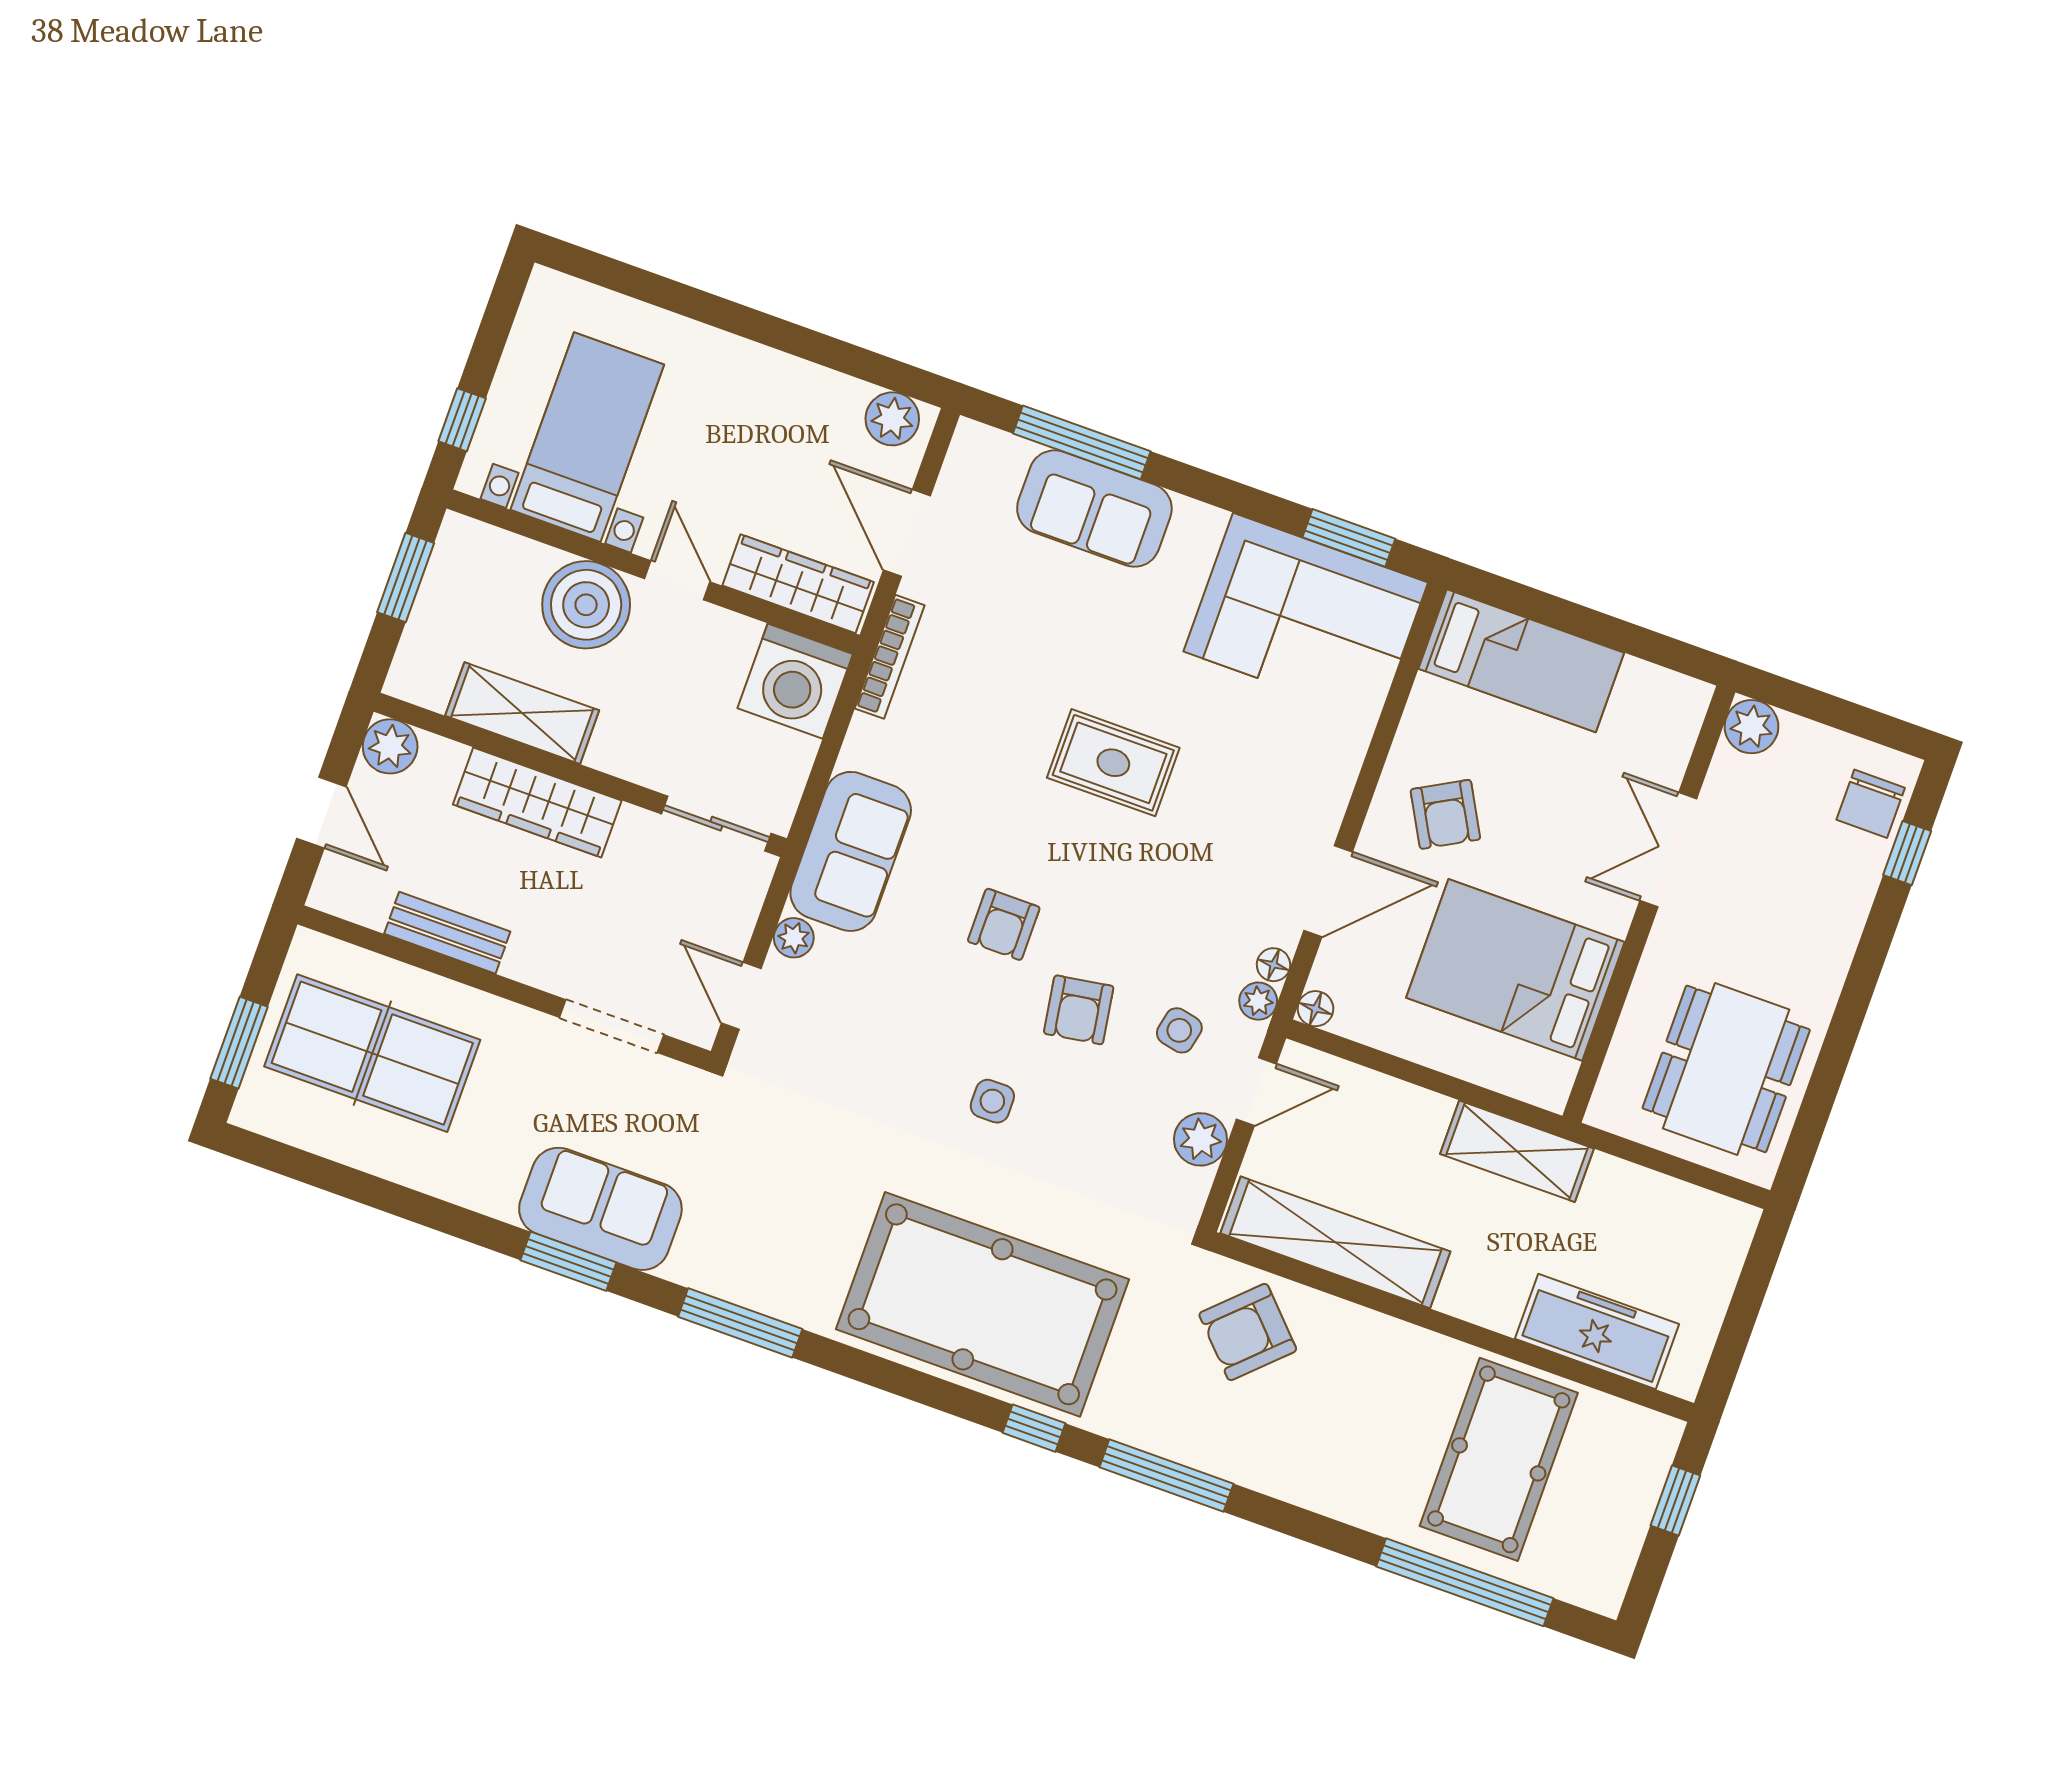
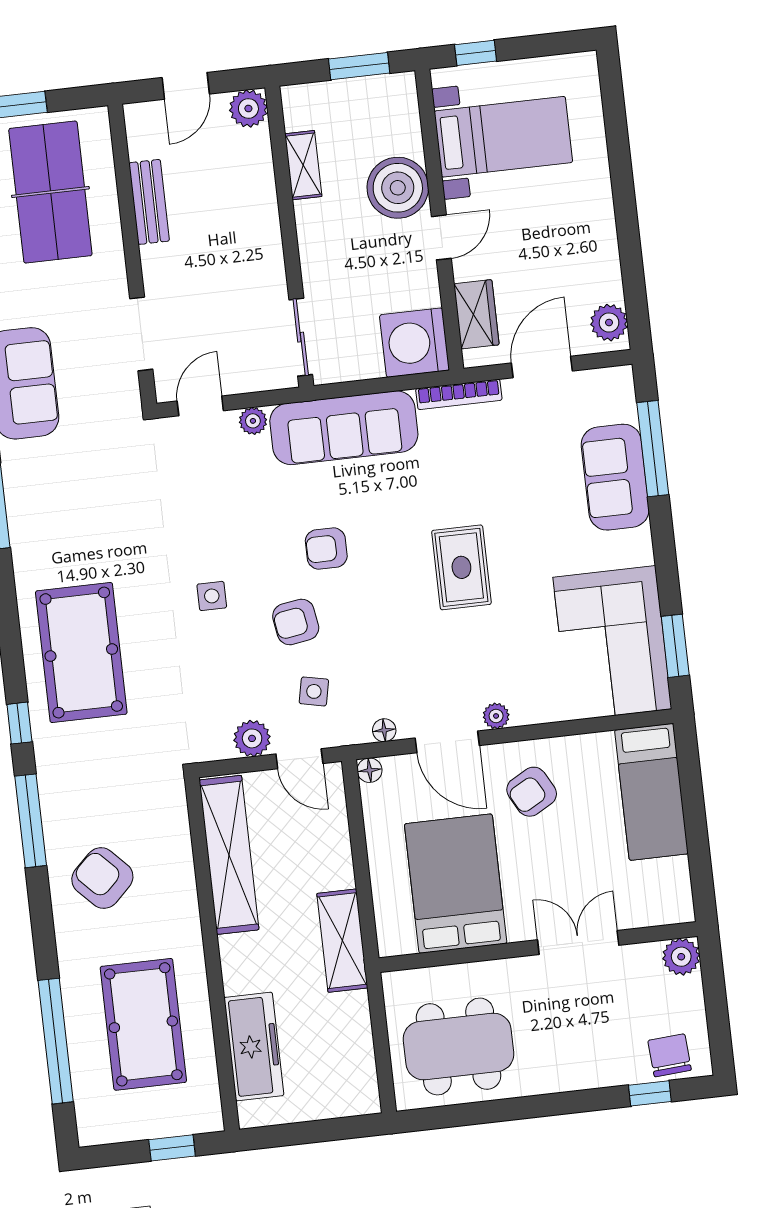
wardrobe: (798, 584) -> (476, 314), width x0.67
shelving: (522, 713) -> (303, 165), width x0.67, depth x0.75
wardrobe: (537, 802) -> (259, 218), removed
chair: (1871, 804) -> (670, 1055), turned 86
sofa: (851, 851) -> (344, 428), width x1.36
plant: (1258, 1001) -> (496, 716), moved
pool table: (983, 1304) -> (81, 653), width x0.73, depth x0.76
armchair: (1248, 1332) -> (102, 878), moved
pool table: (1499, 1459) -> (143, 1024), turned 90

